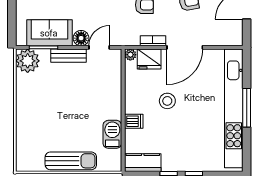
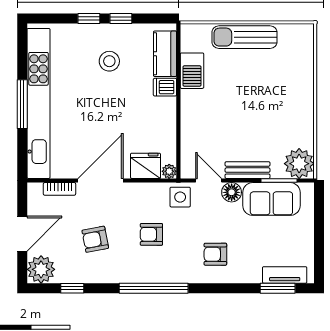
side table: (122, 34) -> (180, 197), added
bookcase: (153, 41) -> (59, 189), moved
door: (99, 47) -> (209, 181), swing flipped
stool: (167, 101) -> (109, 61), moved
kitchen counter: (143, 163) -> (165, 54), moved, turned 90

